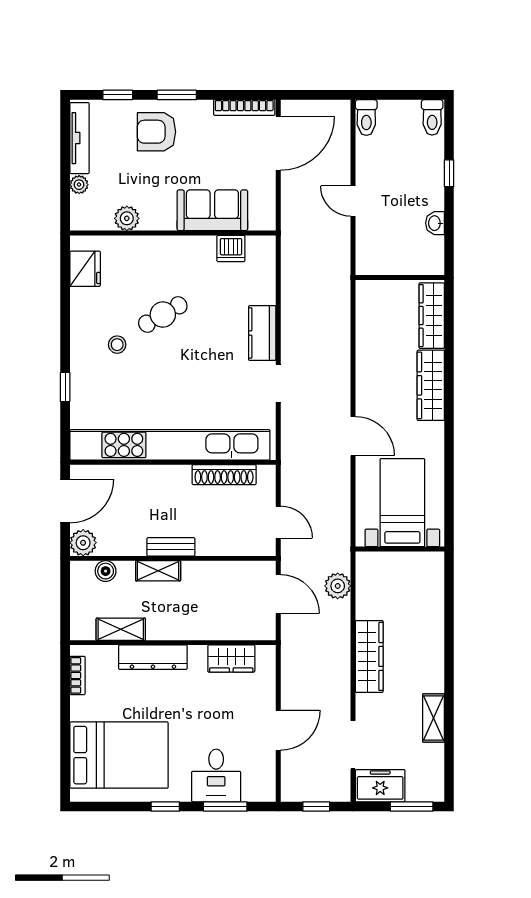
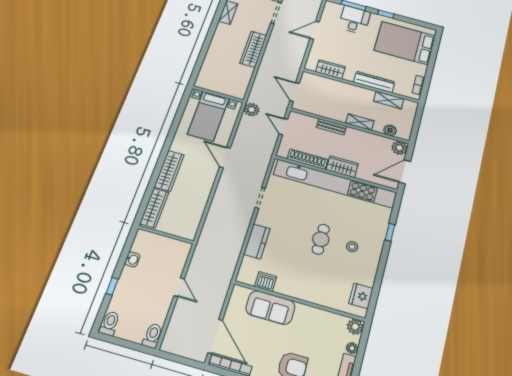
door: (278, 143) -> (215, 336), swing flipped
plant: (127, 218) -> (355, 327), moved
cafe table: (163, 314) -> (321, 239), moved, turned -60
kitchen counter: (262, 333) -> (257, 241), moved
wardrobe: (166, 479) -> (342, 167), added
bench: (171, 547) -> (331, 127), moved
plant: (338, 586) -> (252, 110), moved

